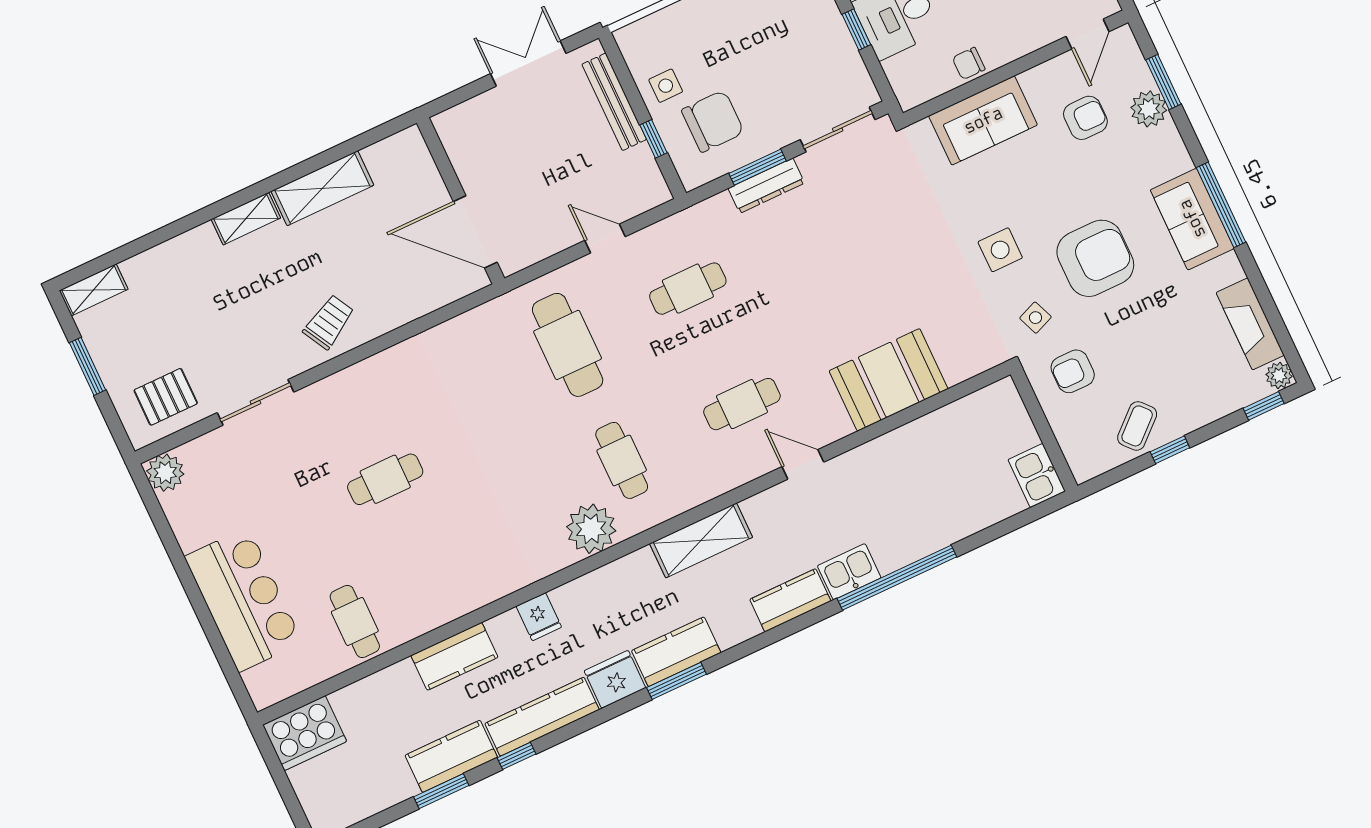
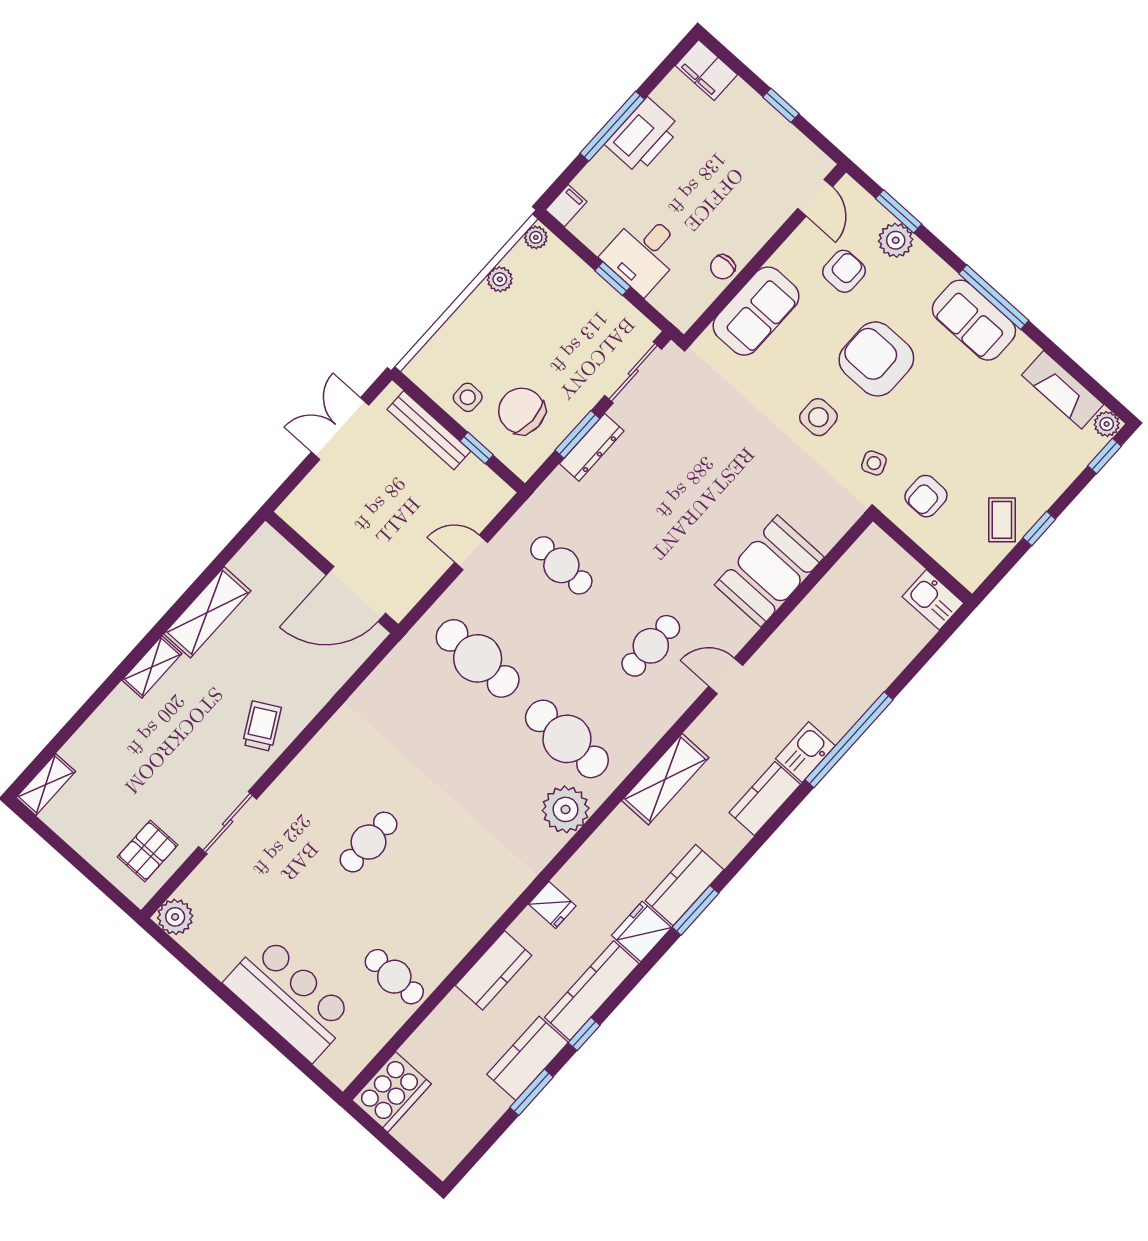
chair: (713, 121) -> (522, 411), turned -90
armchair: (1095, 258) -> (876, 359), moved, turned -90
cafe table: (688, 289) -> (561, 565), turned 90
window: (88, 366) -> (69, 853), removed
cafe table: (622, 460) -> (567, 739), width x1.37, depth x1.35

